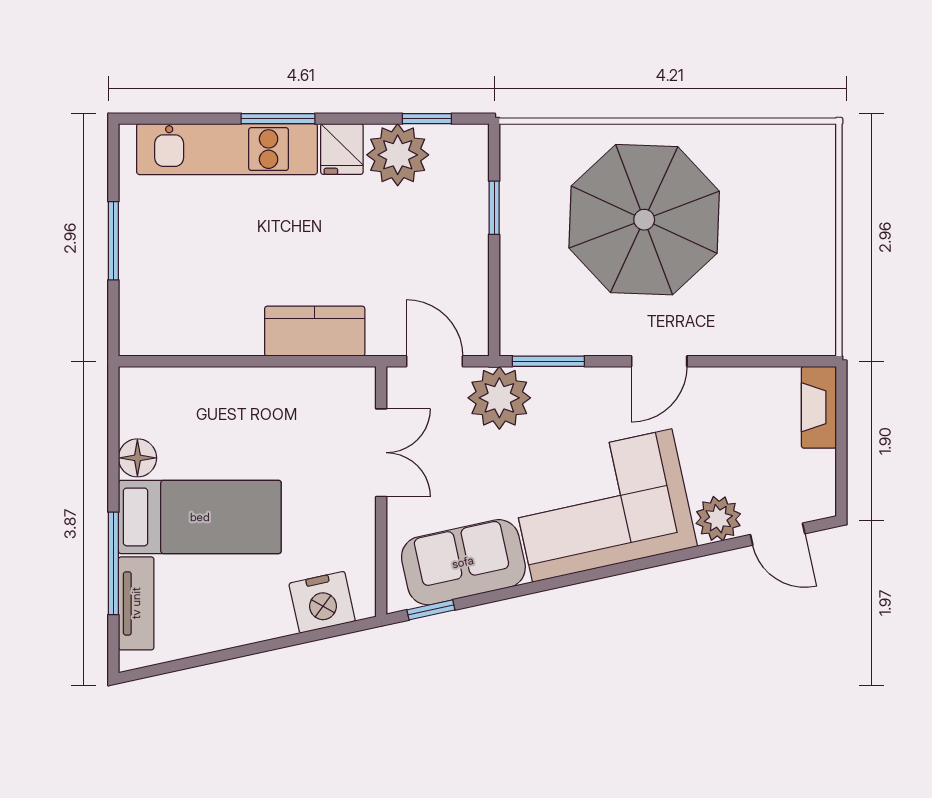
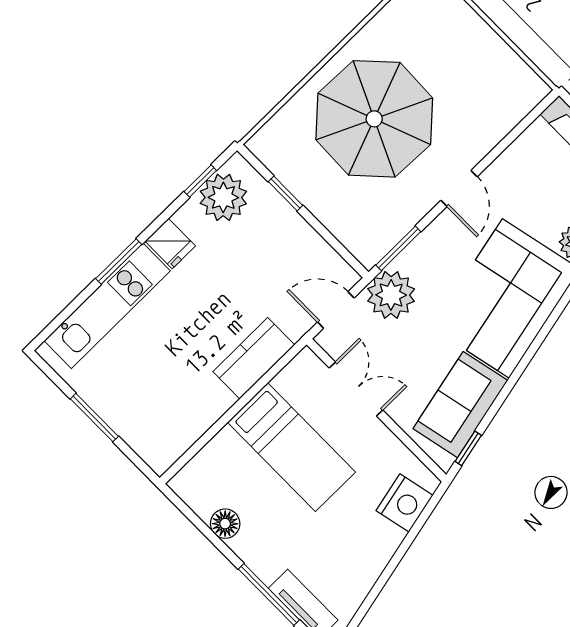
plant: (398, 155) -> (223, 197), moved
bed: (200, 517) -> (291, 447), moved, turned 90

